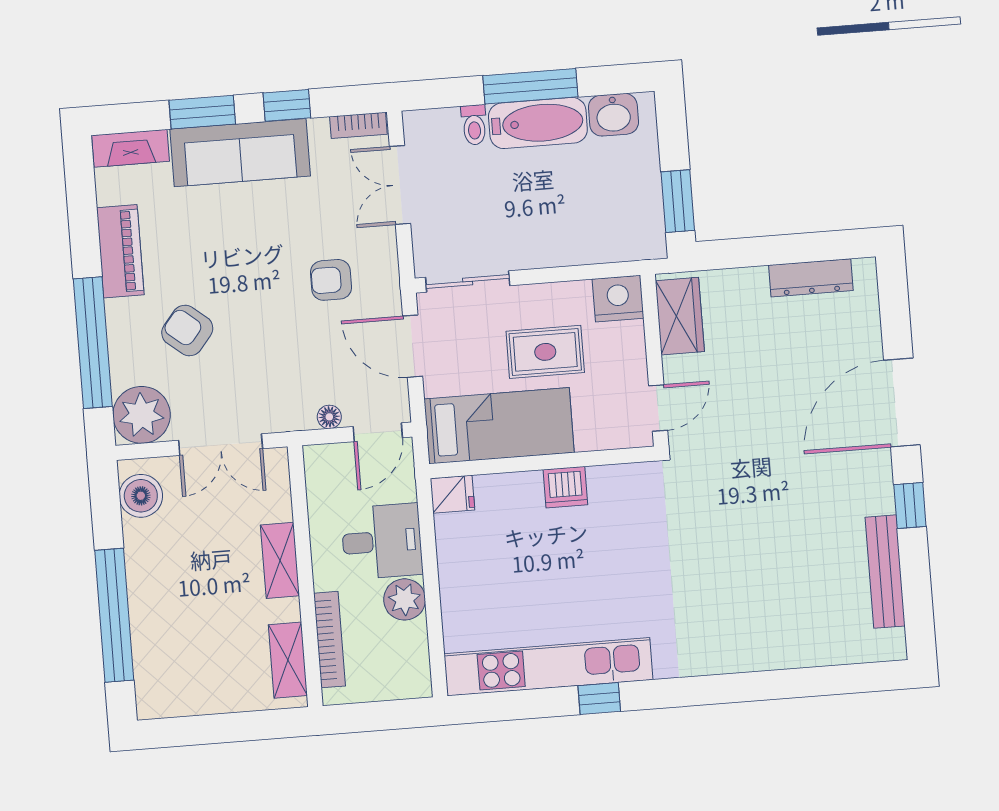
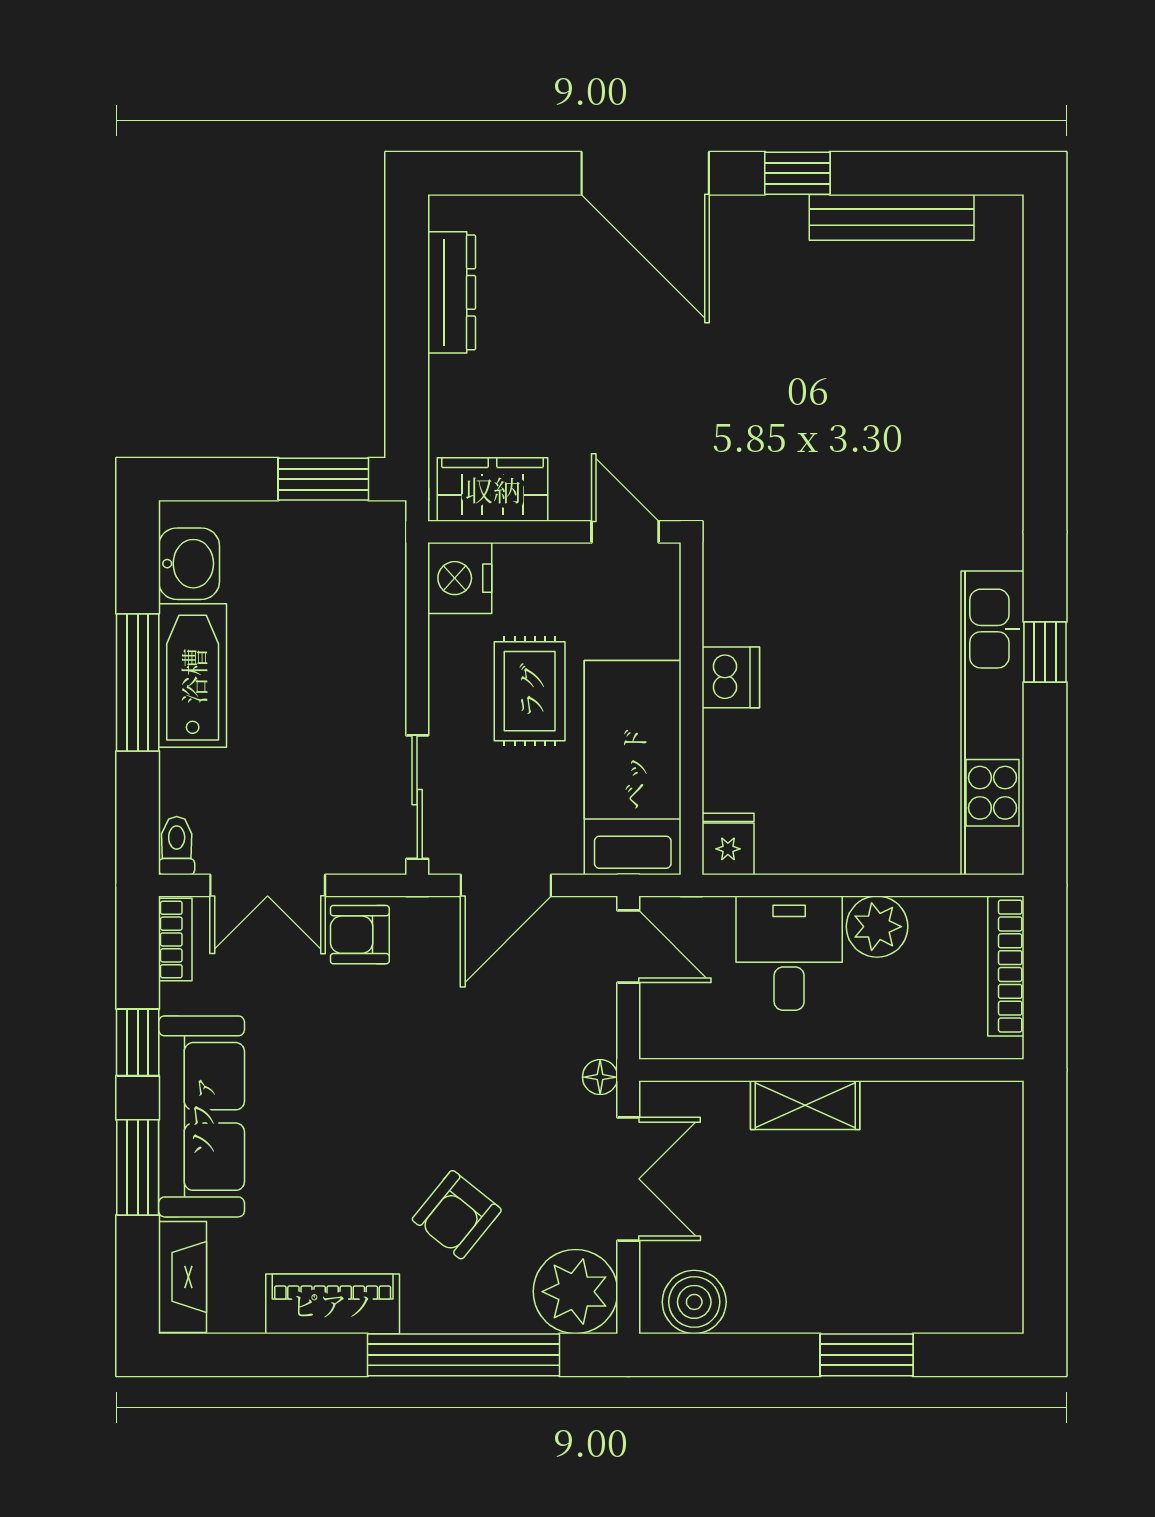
toilet: (474, 125) -> (177, 846), moved, turned -90
armchair: (331, 280) -> (360, 935), moved, turned 90
floor lamp: (329, 417) -> (600, 1077), moved
window: (114, 615) -> (867, 1355), width x0.47
bookcase: (329, 640) -> (1006, 966), moved, turned -90
shelving: (288, 660) -> (953, 1105), removed

